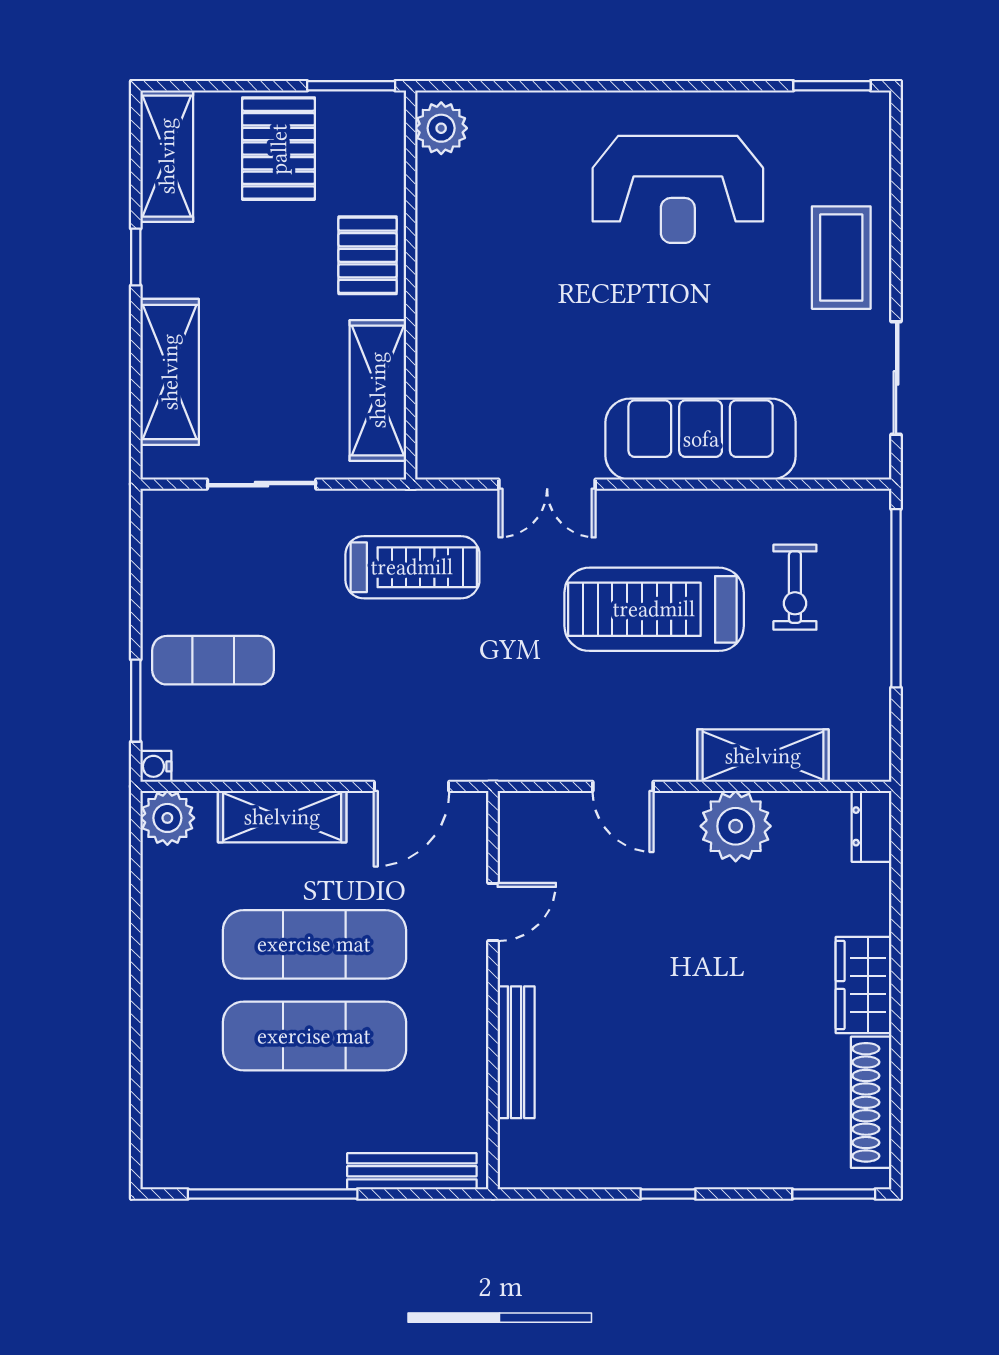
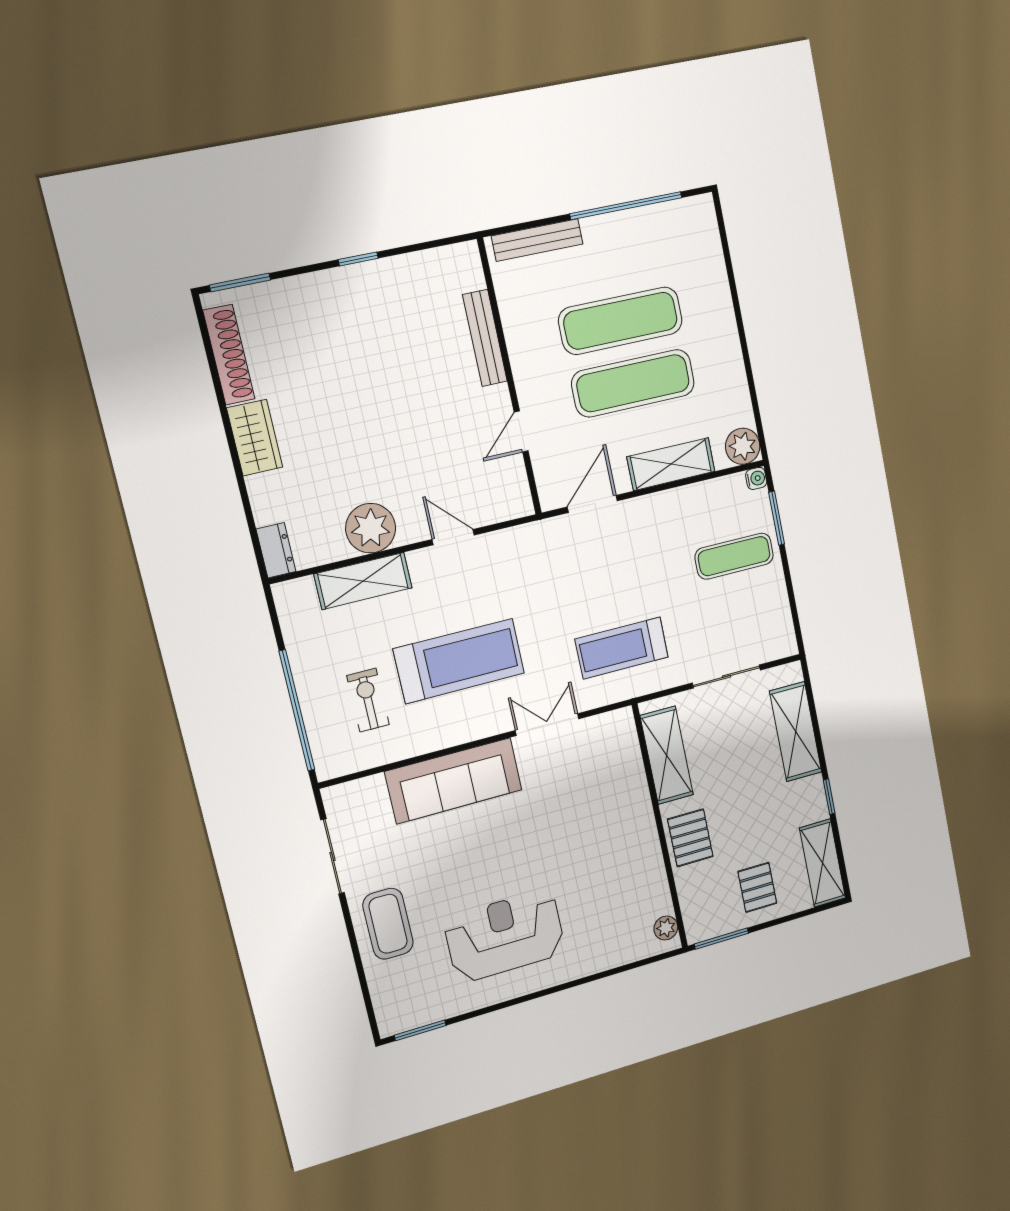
plant: (441, 128) -> (666, 928), width x0.73, depth x0.73
pallet: (279, 149) -> (757, 887), width x0.67, depth x0.71

